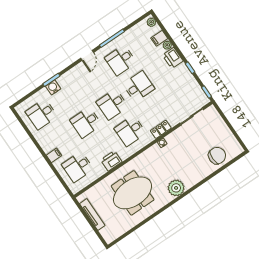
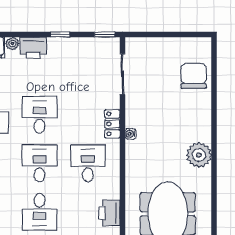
desk: (112, 104) -> (39, 163), turned 180
desk: (130, 131) -> (88, 163), turned 180

